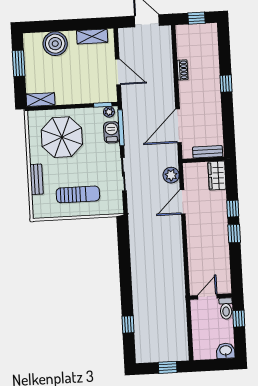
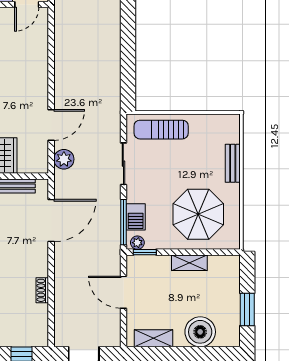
shelving: (41, 100) -> (189, 263), moved
sun lounger: (78, 194) -> (161, 130), moved

